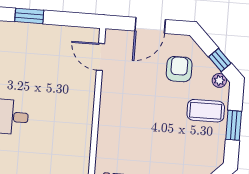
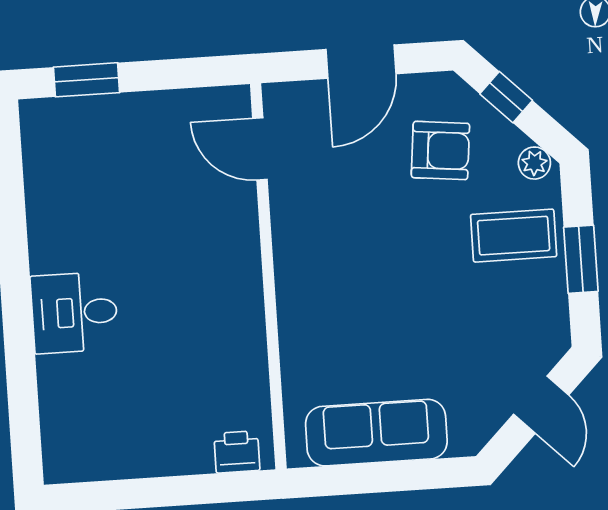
window: (220, 60) -> (506, 97), moved
armchair: (179, 69) -> (440, 151), turned 96

